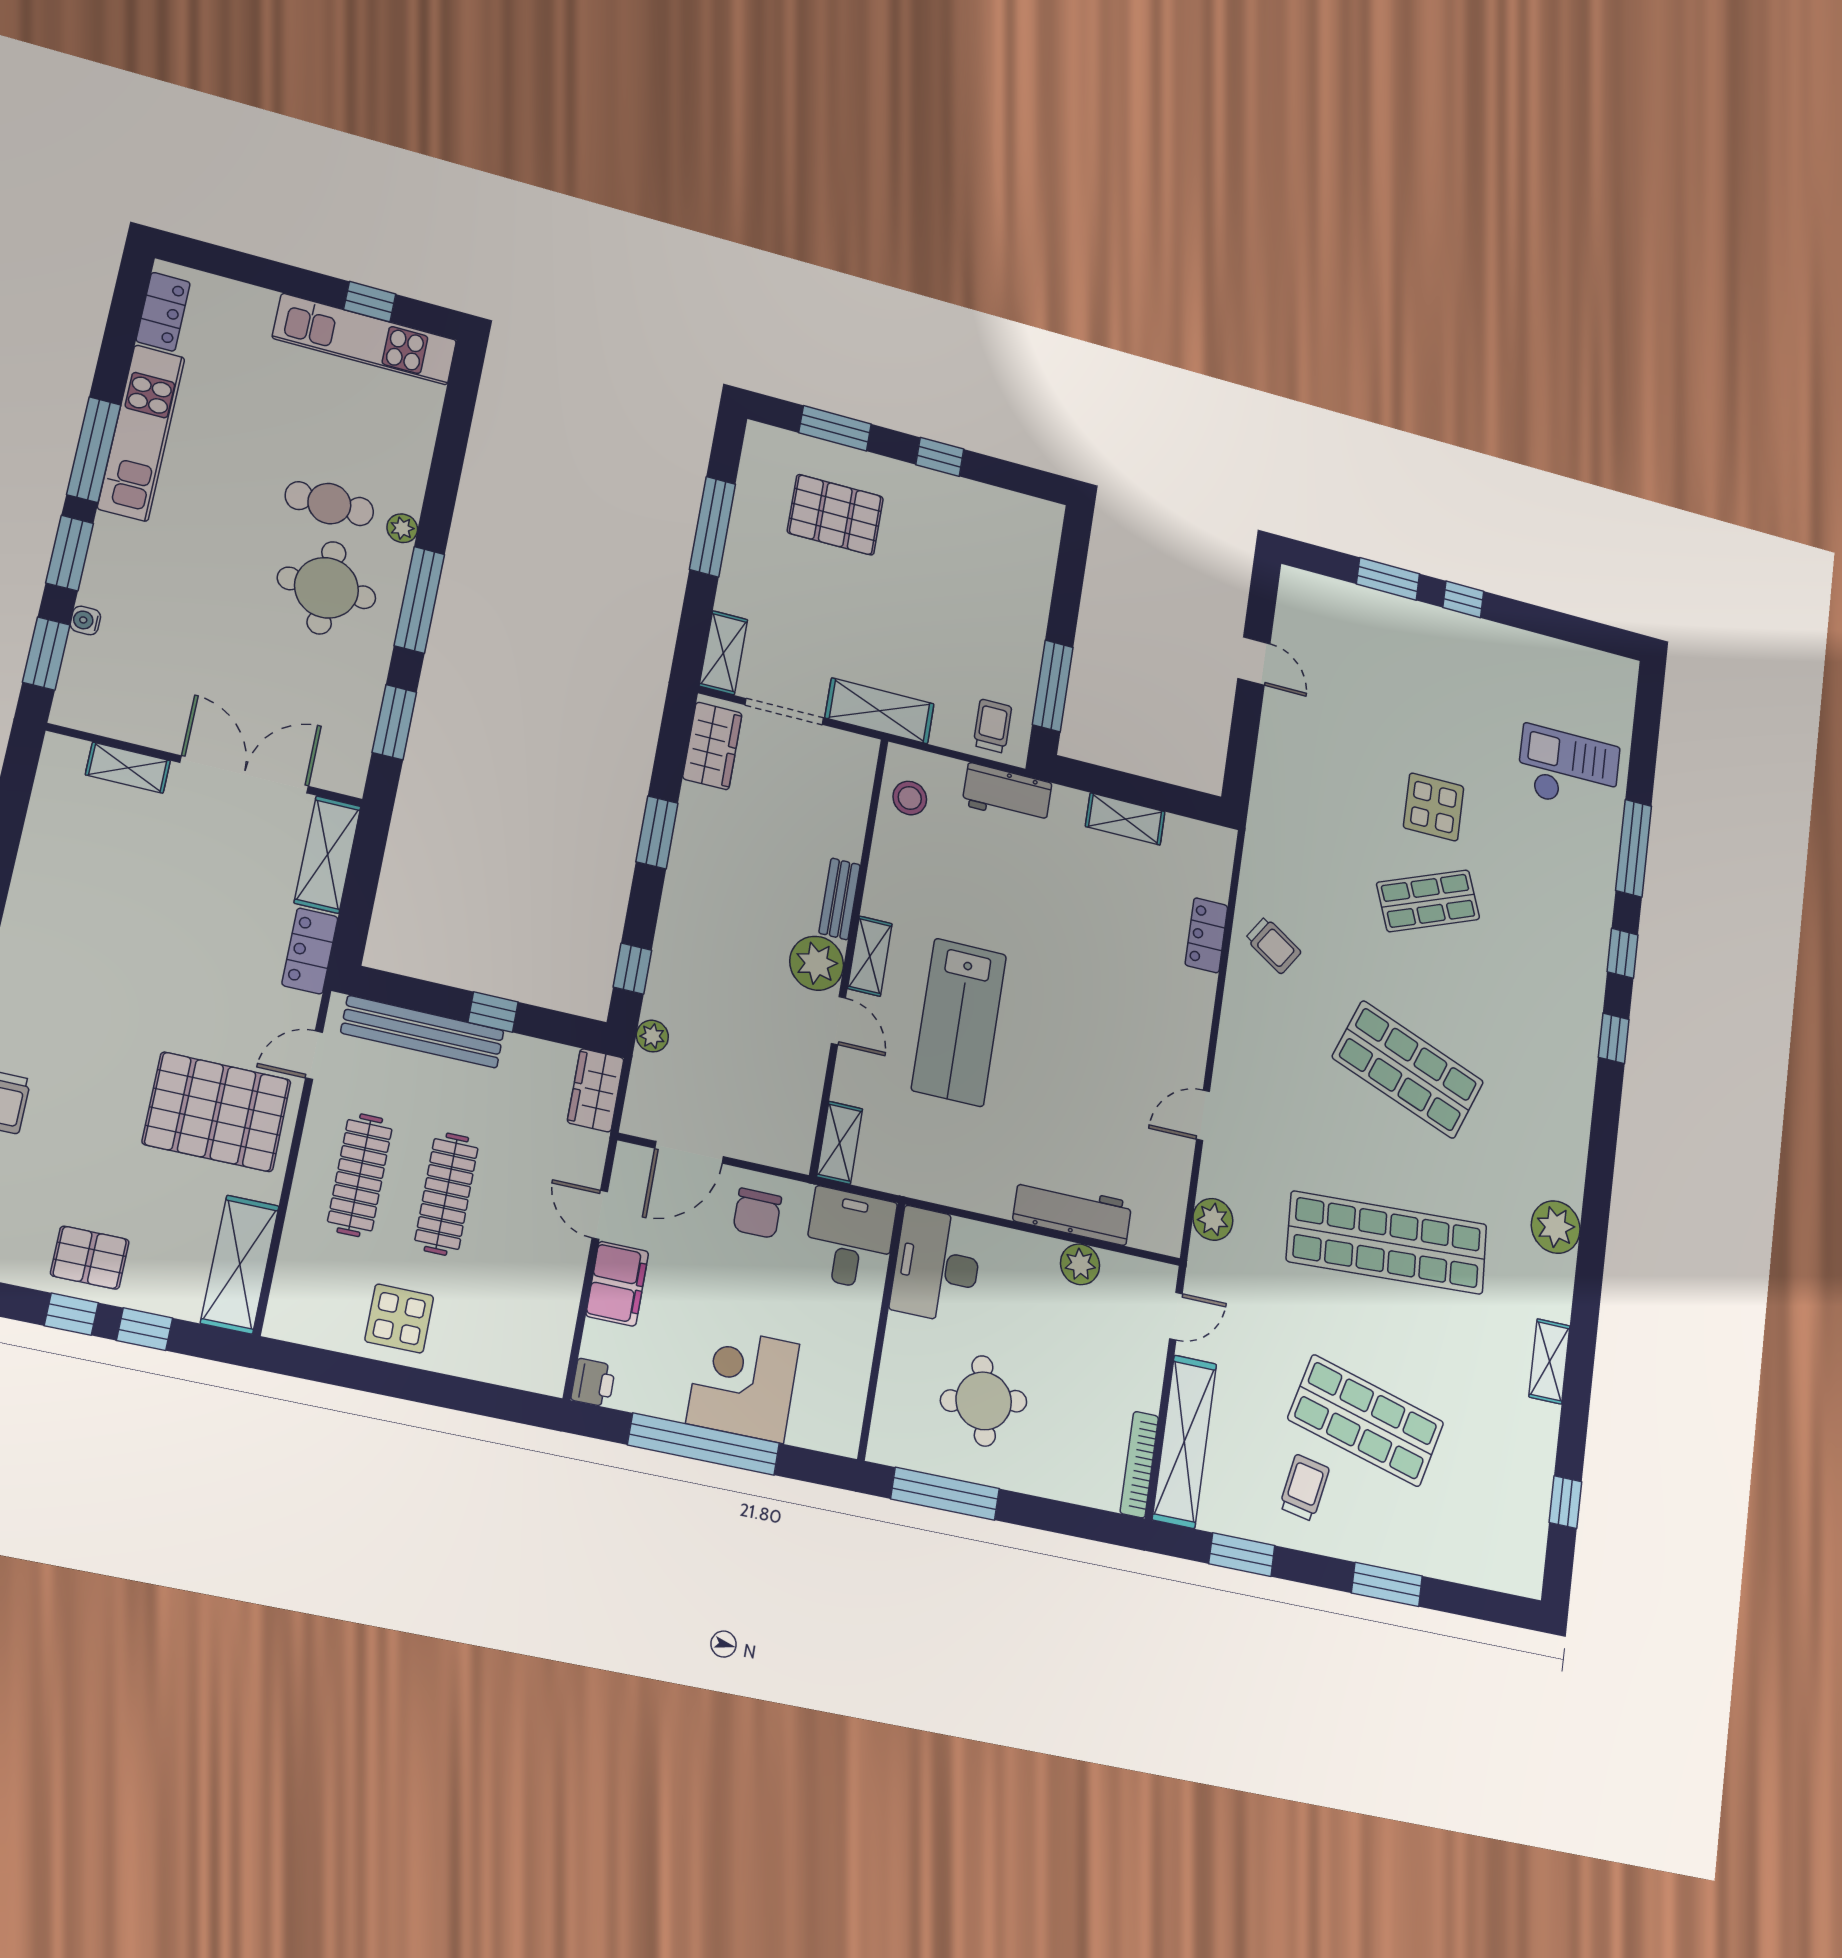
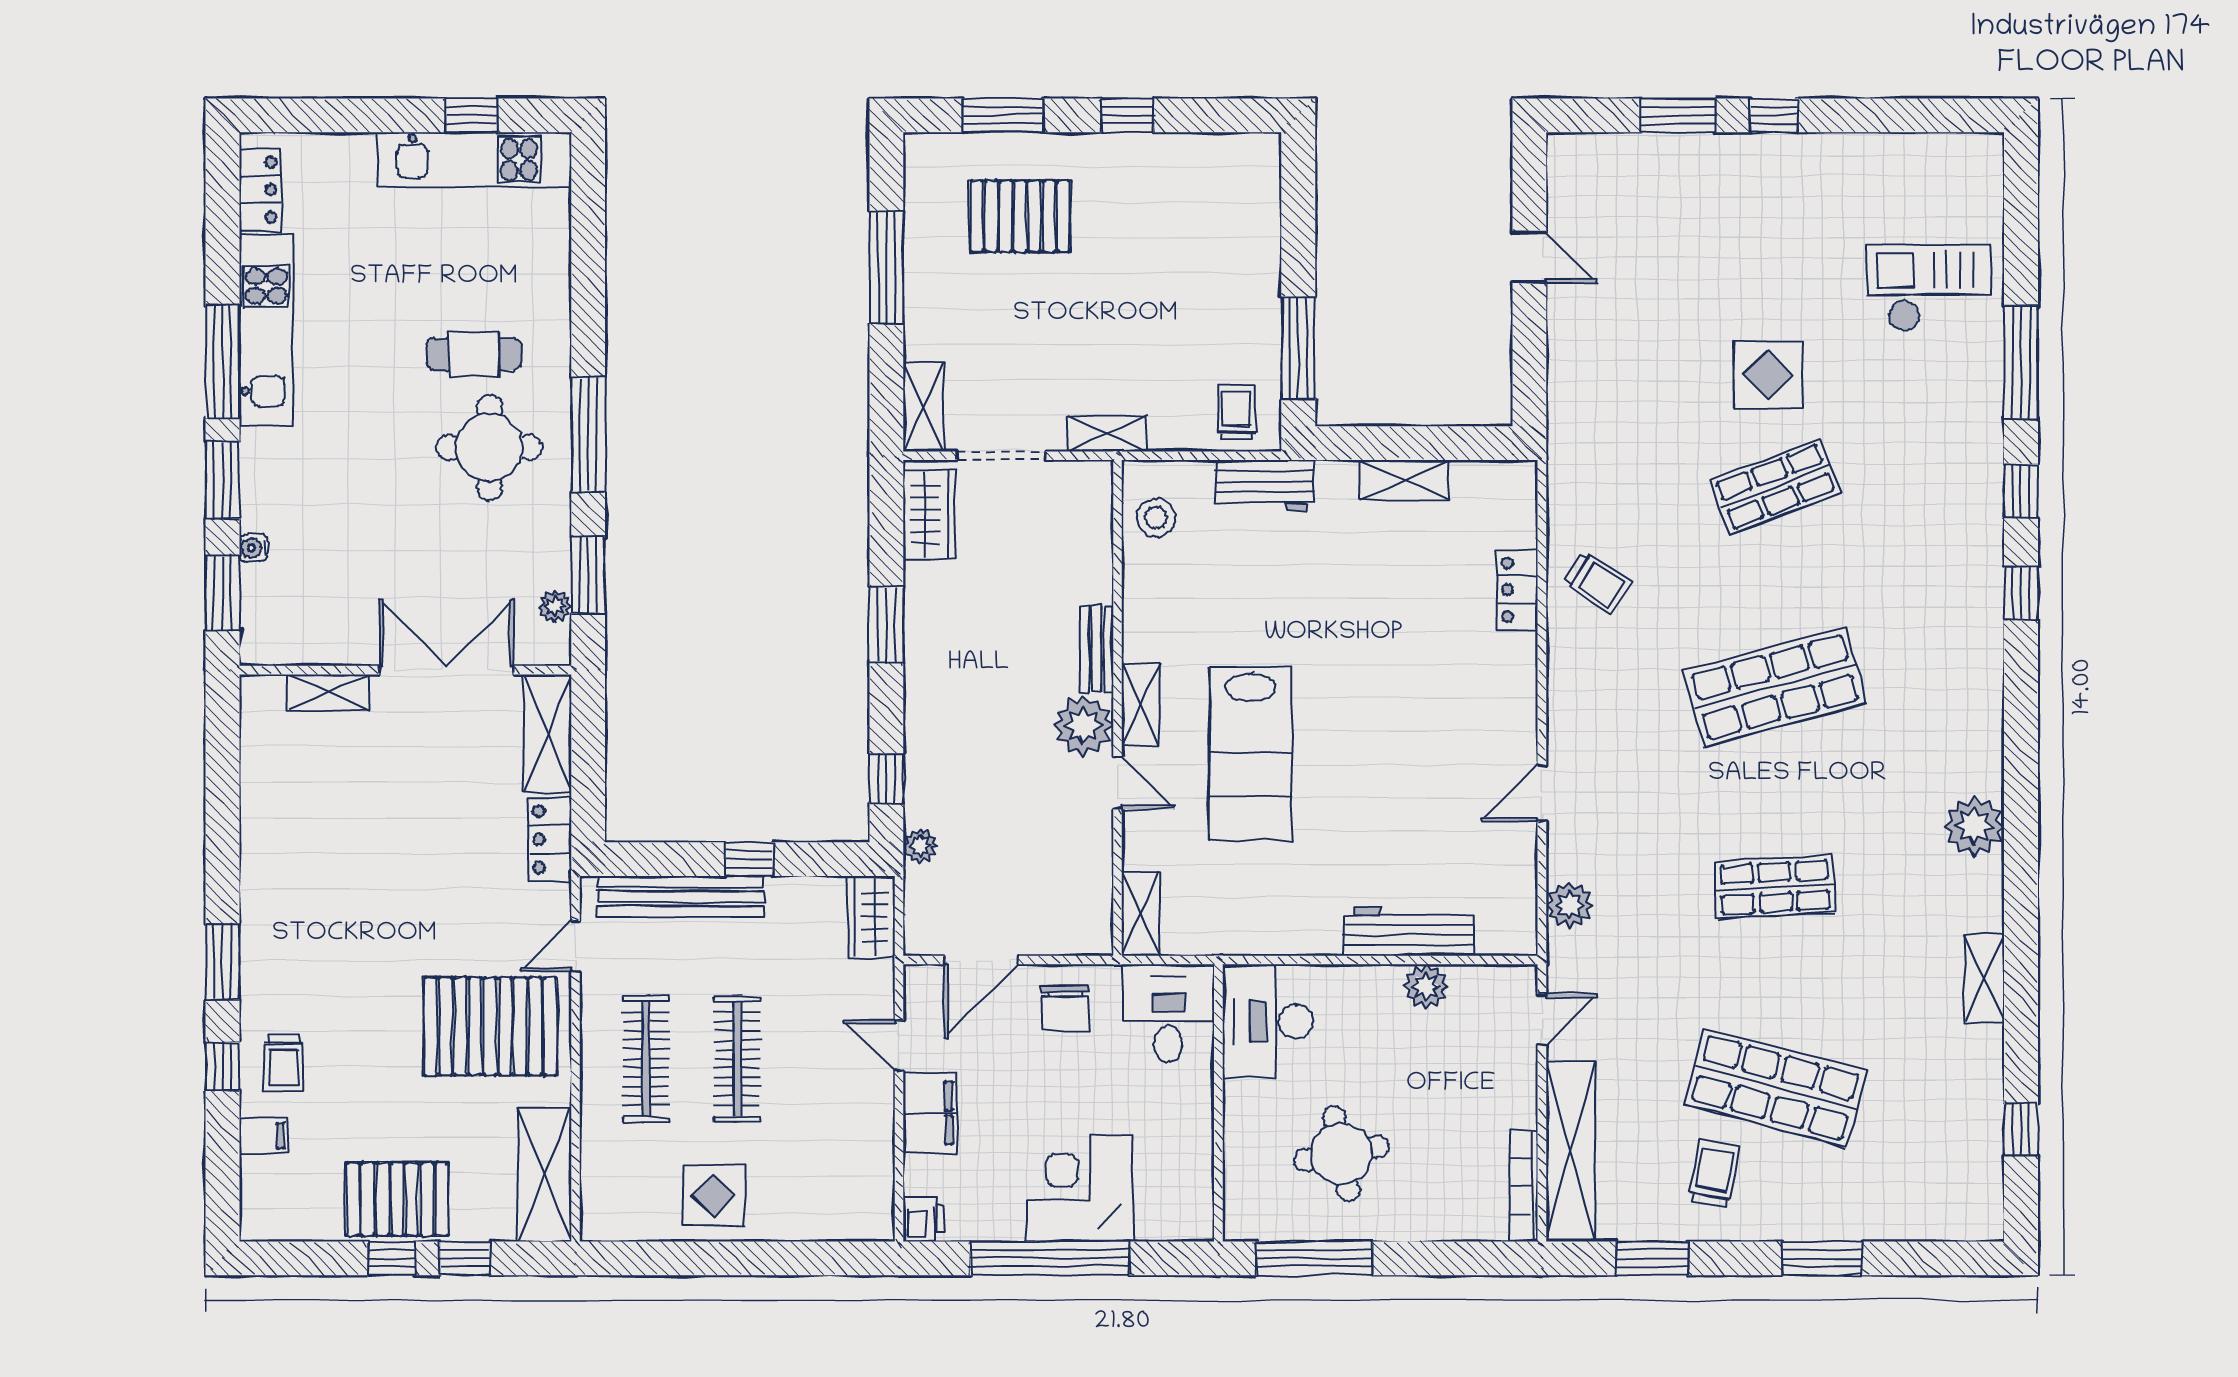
plant: (402, 528) -> (555, 606), moved
shelving: (880, 711) -> (1107, 434), width x0.67, depth x0.75
shop shelf: (1408, 1070) -> (1775, 687), turned -36
shop shelf: (1387, 1243) -> (1775, 887), width x0.50, depth x0.74
pallet: (90, 1258) -> (397, 1199), width x1.50, depth x1.42

